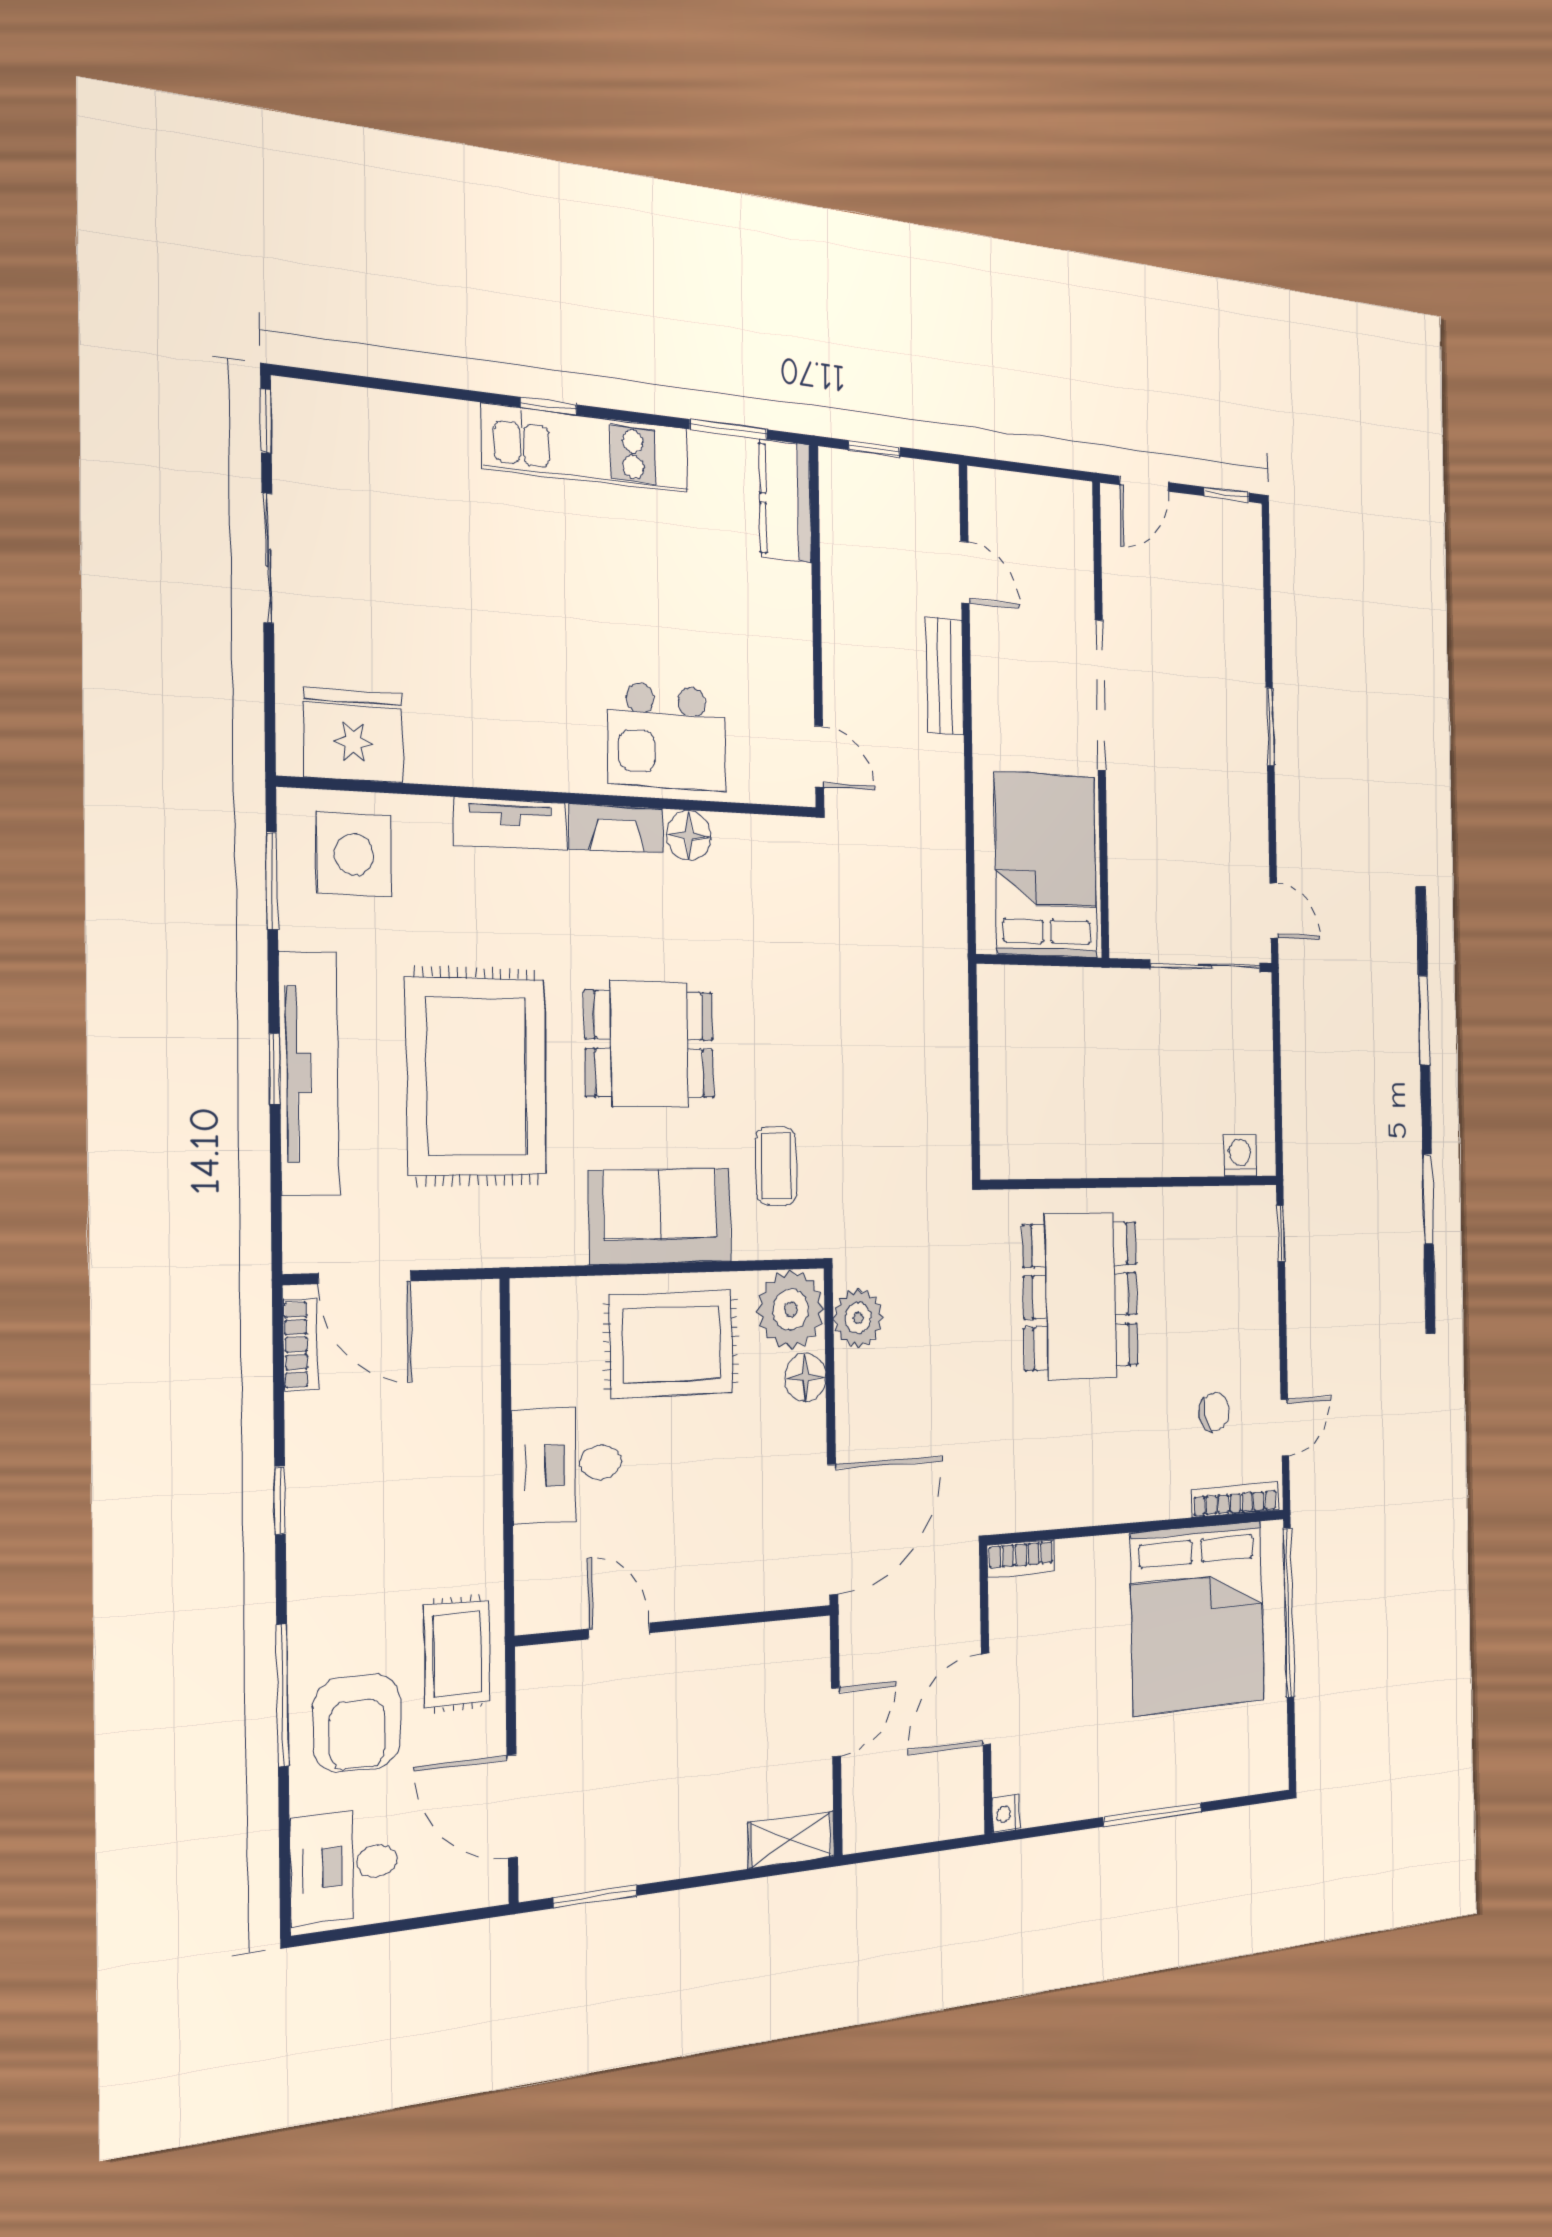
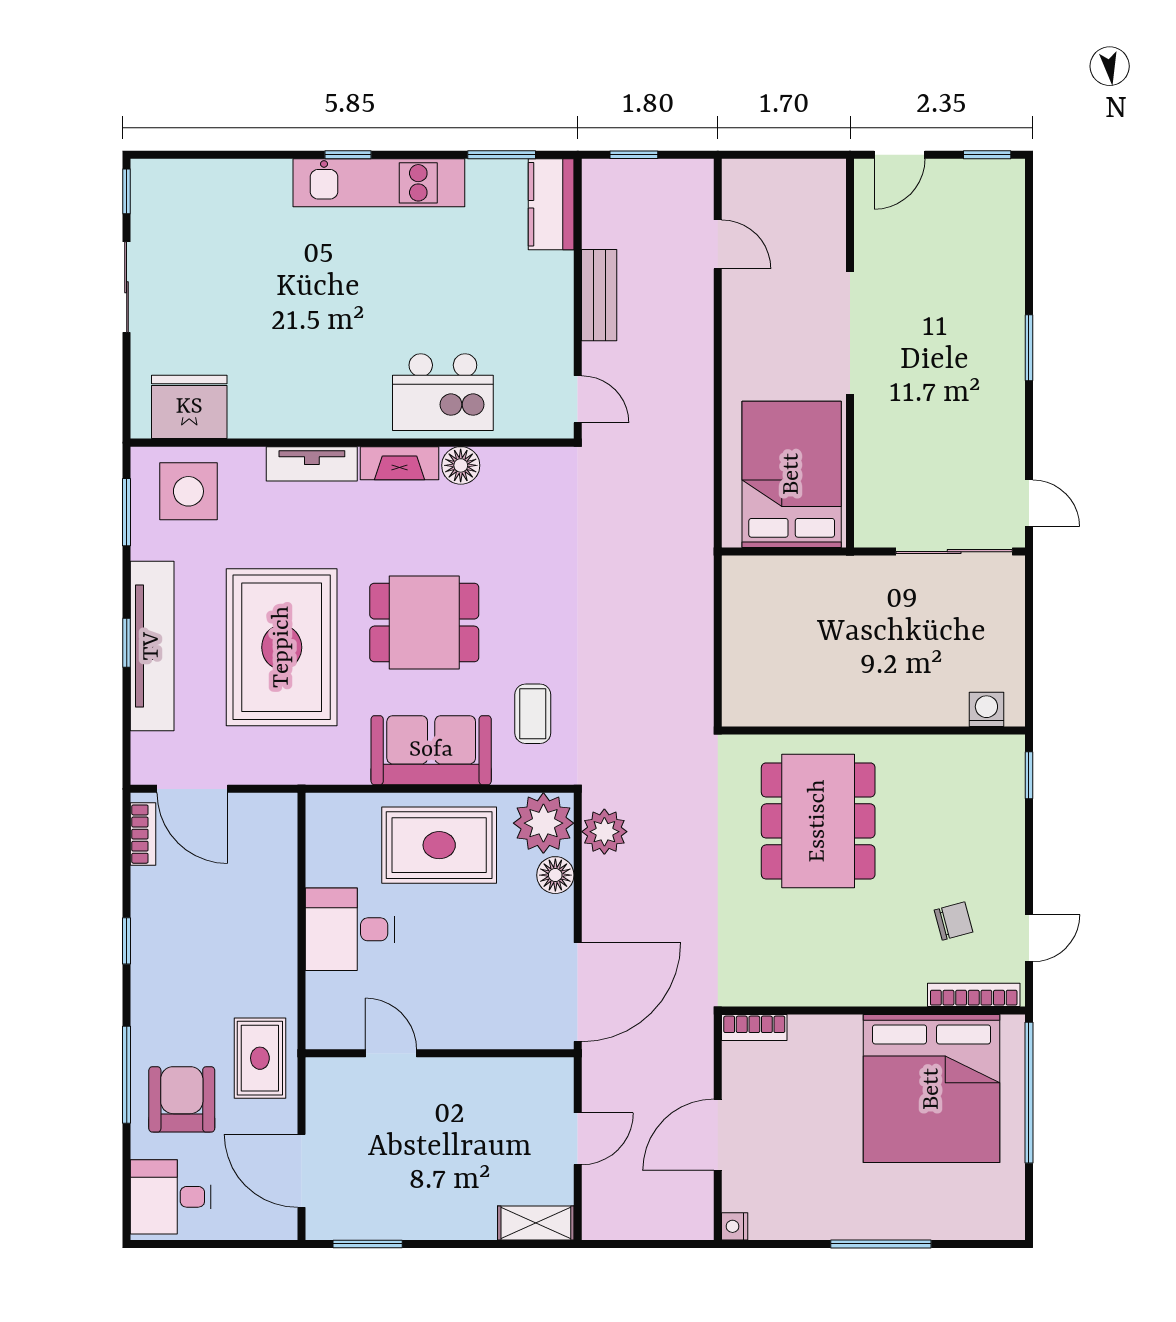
bench: (945, 676) -> (599, 295), moved
armchair: (357, 1723) -> (182, 1099), turned 180

